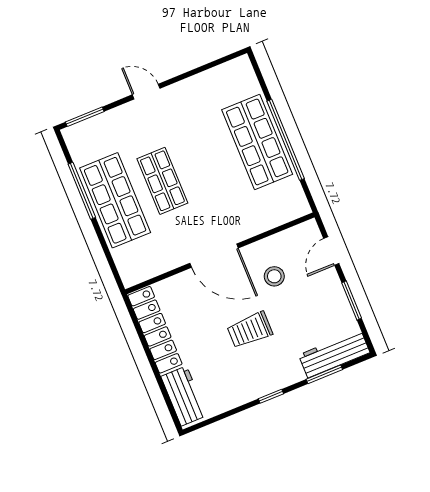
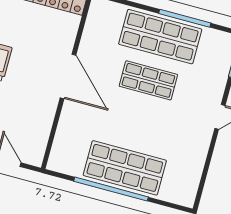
door: (214, 256) -> (68, 76), swing flipped
stool: (274, 276) -> (21, 108), removed

